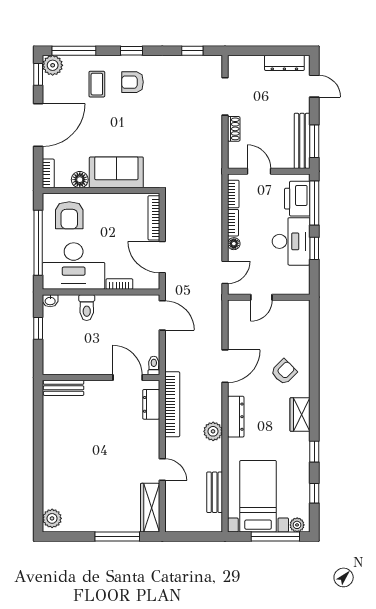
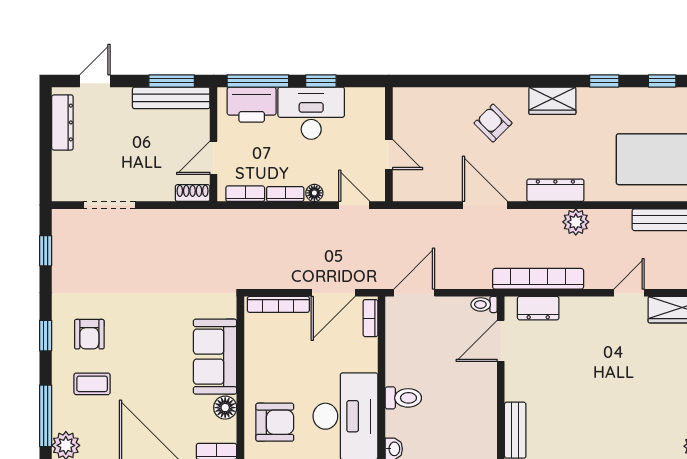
shoe rack: (234, 129) -> (193, 193), moved
bookcase: (119, 284) -> (370, 318), moved

